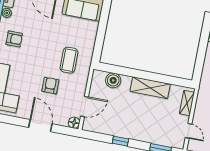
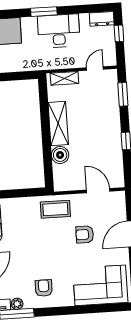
coffee table: (69, 60) -> (55, 209), moved
boiler: (113, 80) -> (60, 155), moved
floor lamp: (74, 123) -> (119, 197), removed

